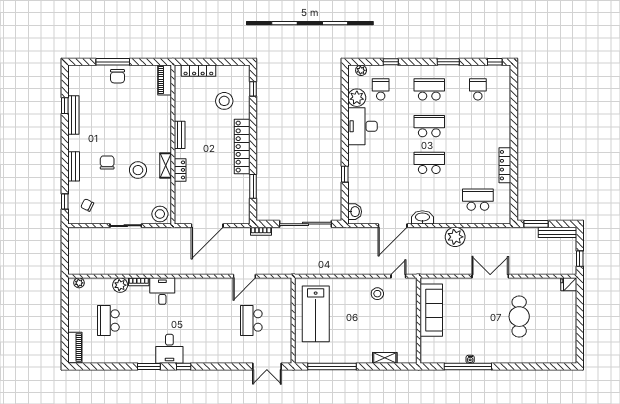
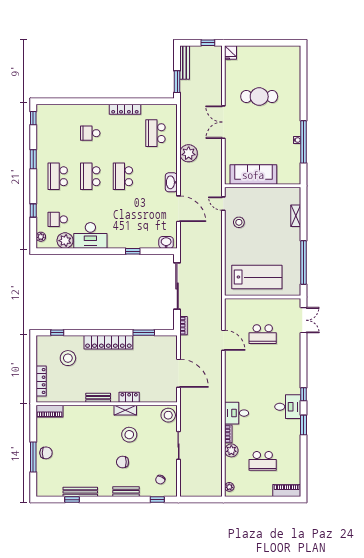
school desk: (478, 89) -> (90, 133), moved

